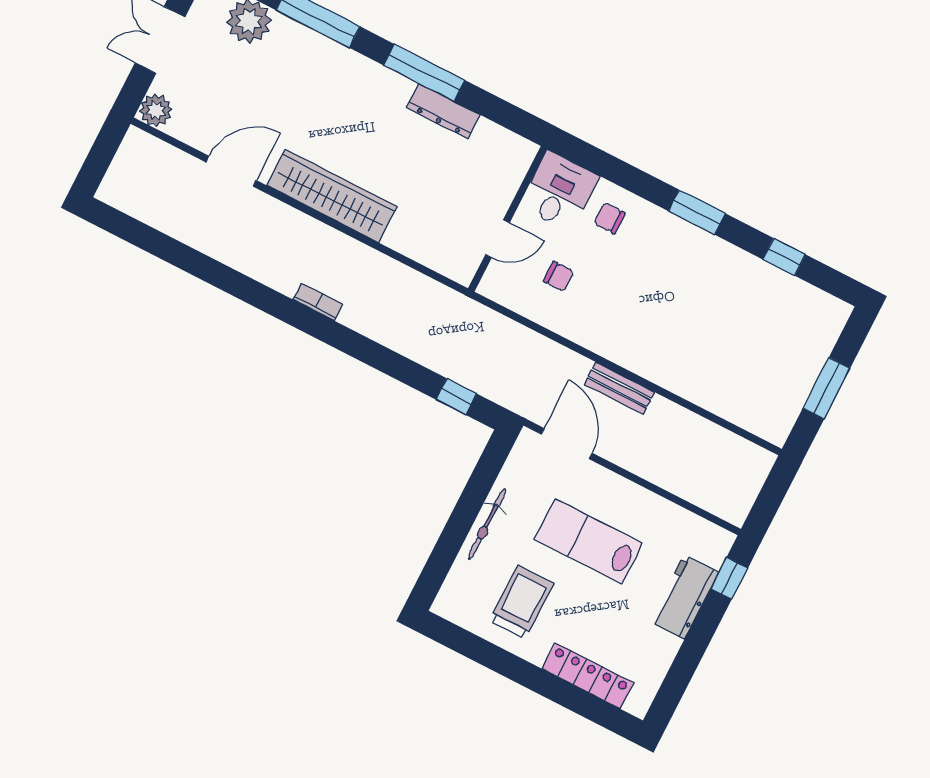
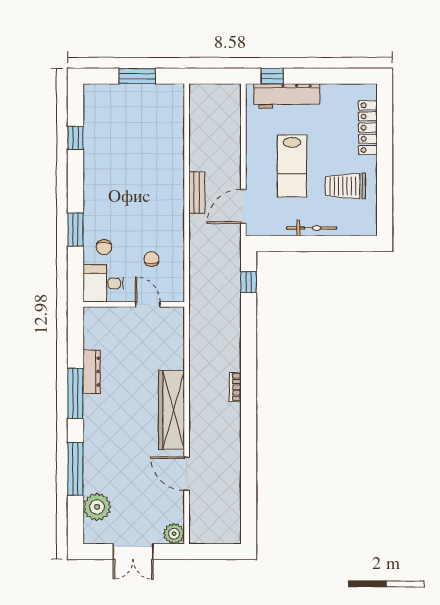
window: (697, 212) -> (75, 230), moved
workbench: (684, 597) -> (287, 96), width x1.38

